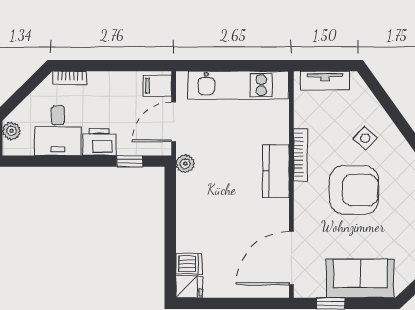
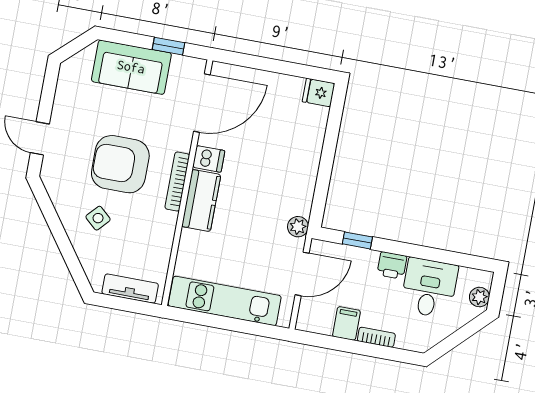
bookcase: (70, 78) -> (376, 337), moved
filing cabinet: (157, 86) -> (346, 323), moved, turned -90
printer: (99, 142) -> (392, 265), width x0.73, depth x0.81
bookcase: (300, 155) -> (177, 181), moved
dishwasher: (189, 264) -> (209, 159), moved, turned 180

